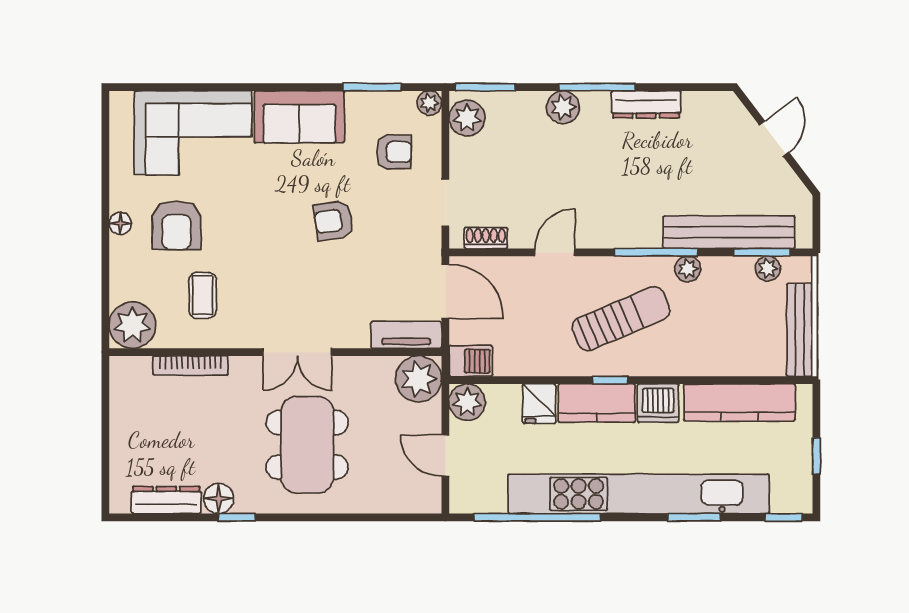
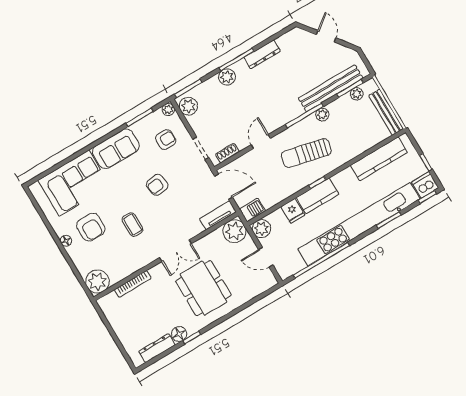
coffee table: (203, 295) -> (132, 225), moved
sun lounger: (621, 319) -> (306, 153), turned -144
dishwasher: (658, 403) -> (425, 185), moved, turned 180

